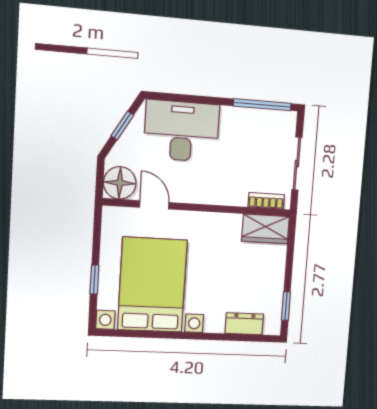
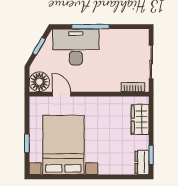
window: (262, 105) -> (91, 27), moved
wardrobe: (265, 229) -> (140, 120), moved, turned 90
dresser: (244, 324) -> (142, 162), moved, turned -90

